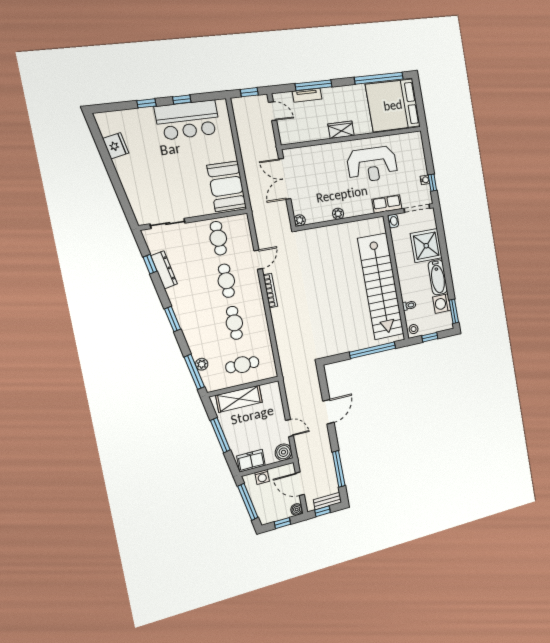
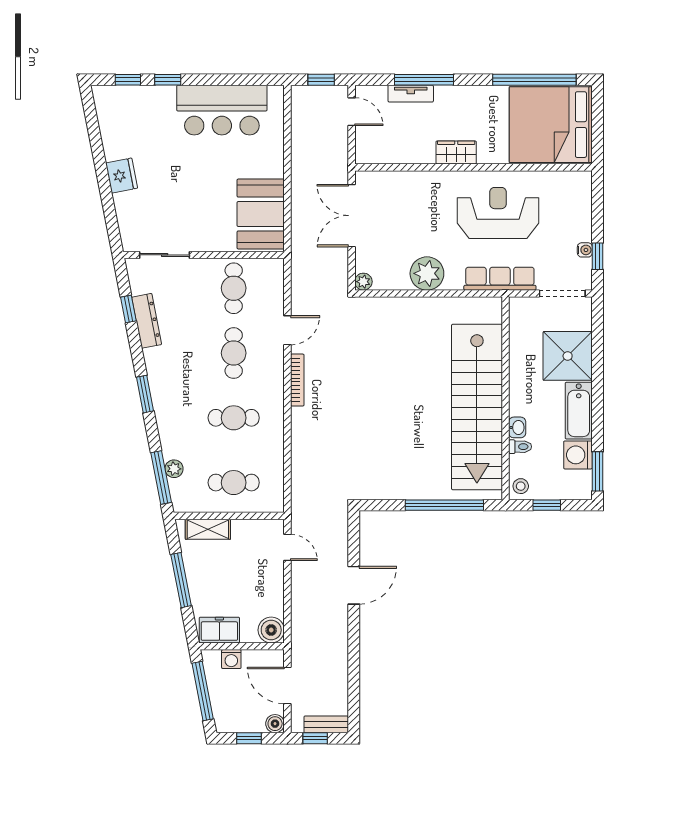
window: (182, 100) -> (128, 80), moved
fridge: (116, 146) -> (122, 176), moved
reception desk: (372, 164) -> (498, 213), turned 180
row of seats: (387, 204) -> (500, 279), width x1.48
plant: (338, 214) -> (427, 273), width x1.87, depth x1.87
washbasin: (393, 221) -> (517, 427), moved
cafe table: (234, 323) -> (234, 418), turned 90
shelving: (239, 399) -> (208, 529), width x0.67, depth x0.75
door: (289, 428) -> (287, 547), moved
window: (339, 469) -> (354, 679), removed

